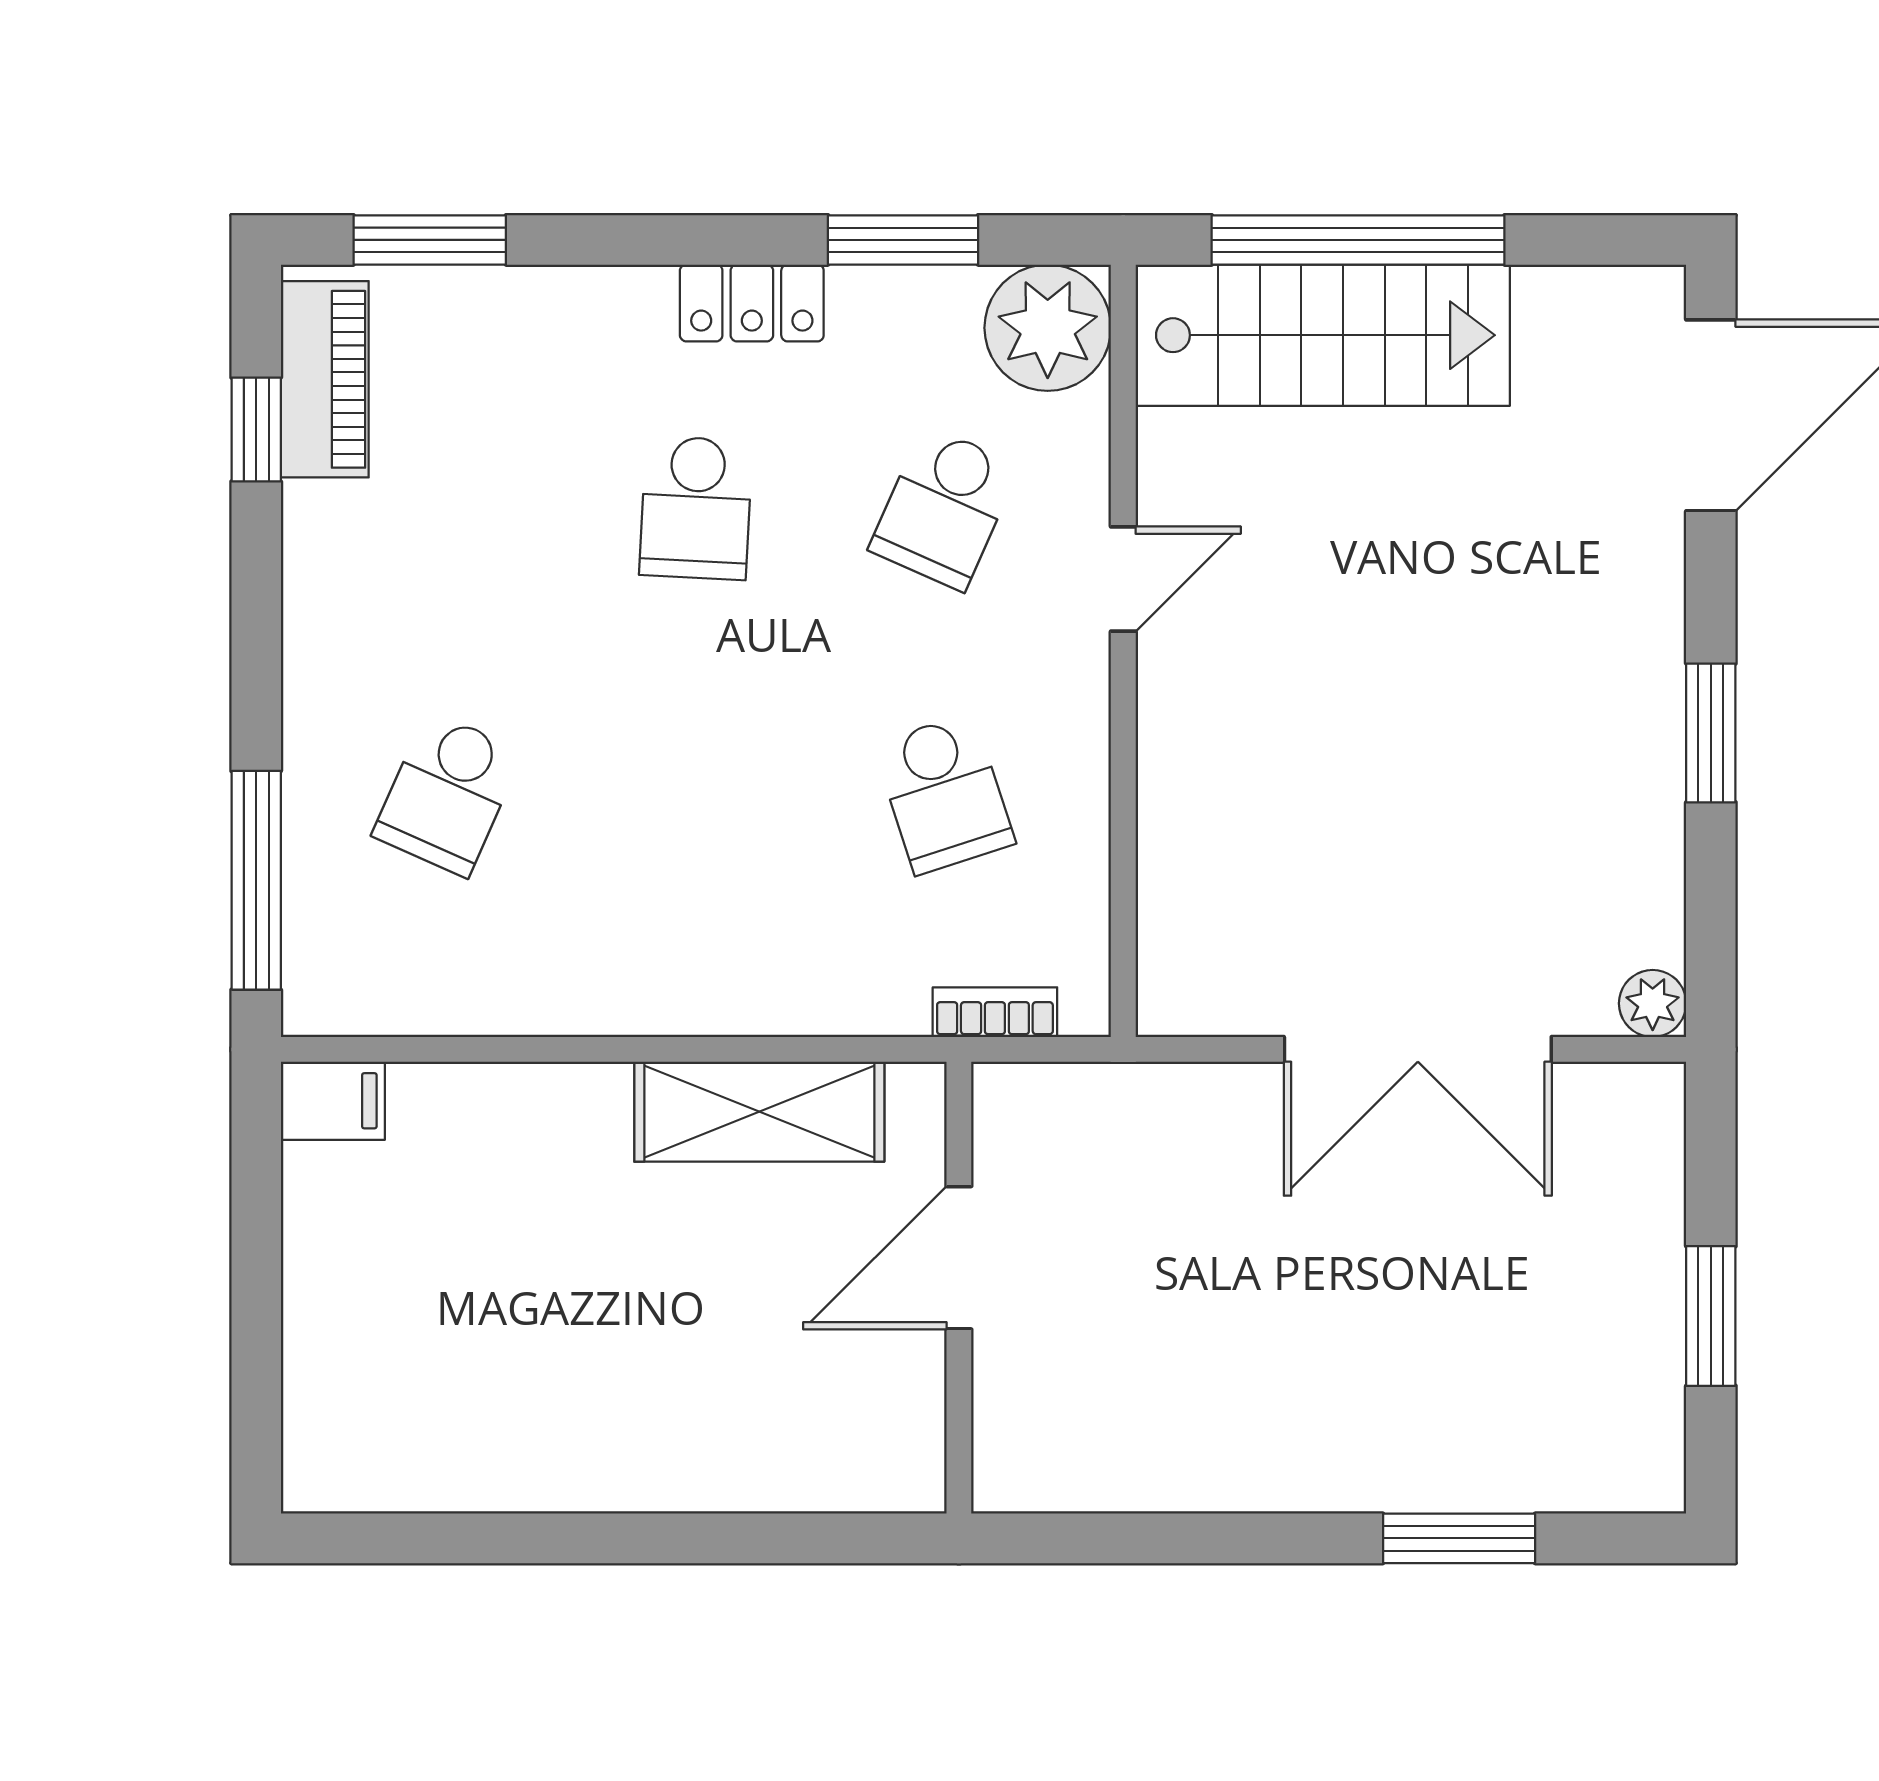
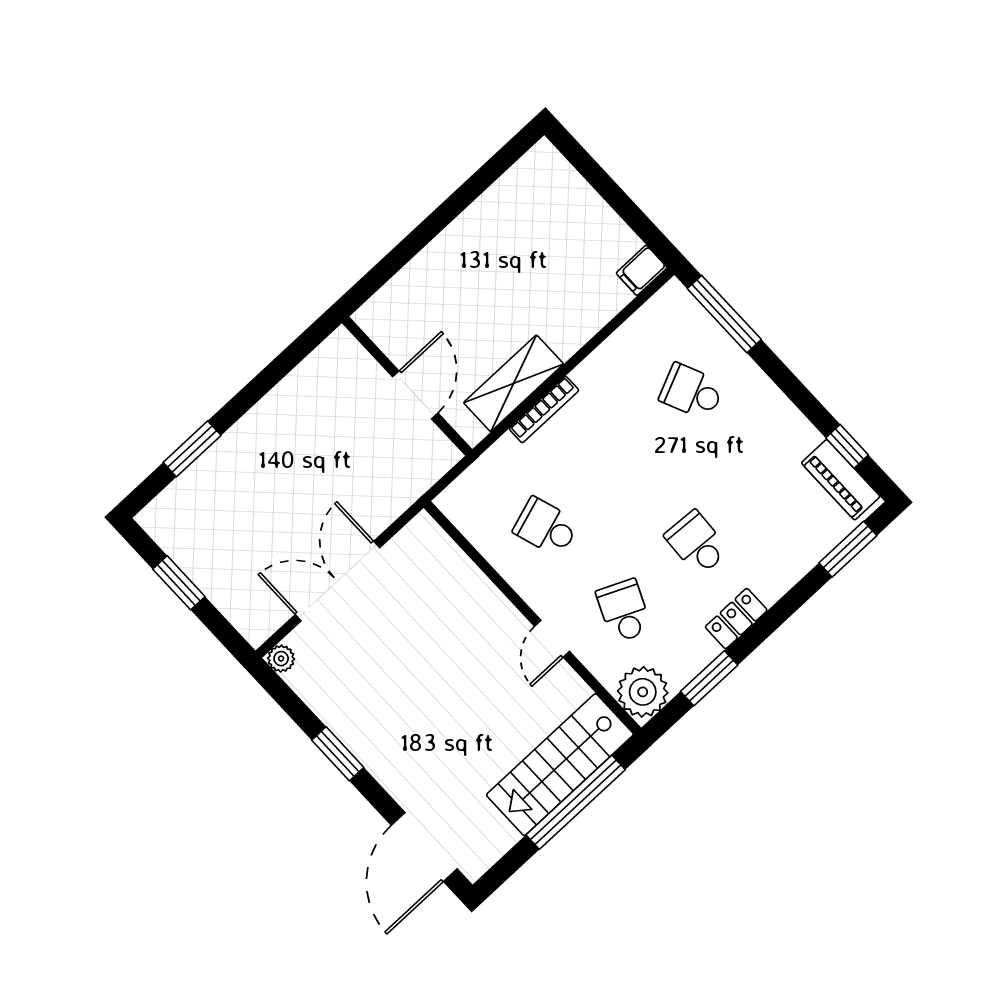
school desk: (448, 794) -> (692, 392), turned -48
bookcase: (995, 1012) -> (544, 410), moved, width x1.56

